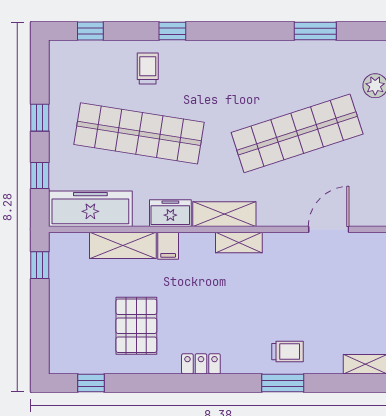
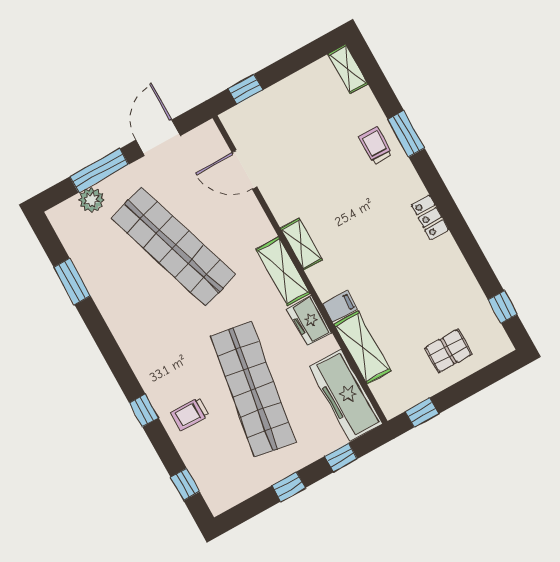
pallet: (136, 326) -> (448, 351), moved, width x0.67, depth x0.71

